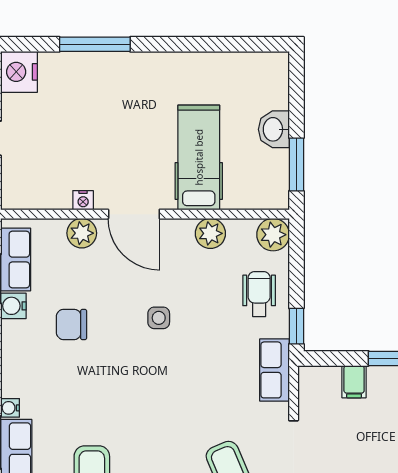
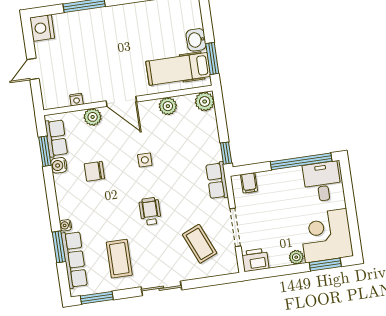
hospital bed: (199, 157) -> (178, 69), moved, turned -90
nightstand: (83, 200) -> (76, 100), moved
wheelchair: (259, 294) -> (150, 211), moved
filing cabinet: (354, 382) -> (249, 183), moved

